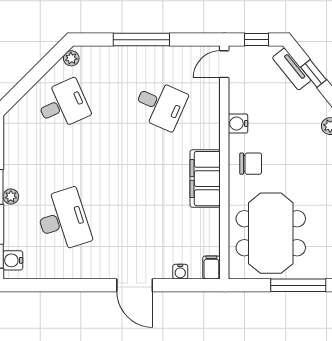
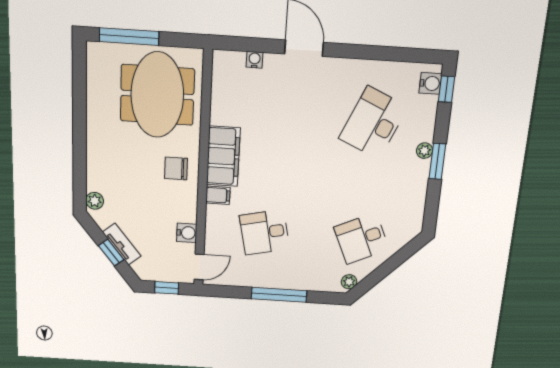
tv unit: (292, 69) -> (122, 244), moved
desk: (160, 105) -> (265, 232), turned -36
water cooler: (238, 123) -> (187, 233), moved
desk: (63, 220) -> (373, 123), turned 42
filing cabinet: (211, 267) -> (218, 195), moved, turned -90

